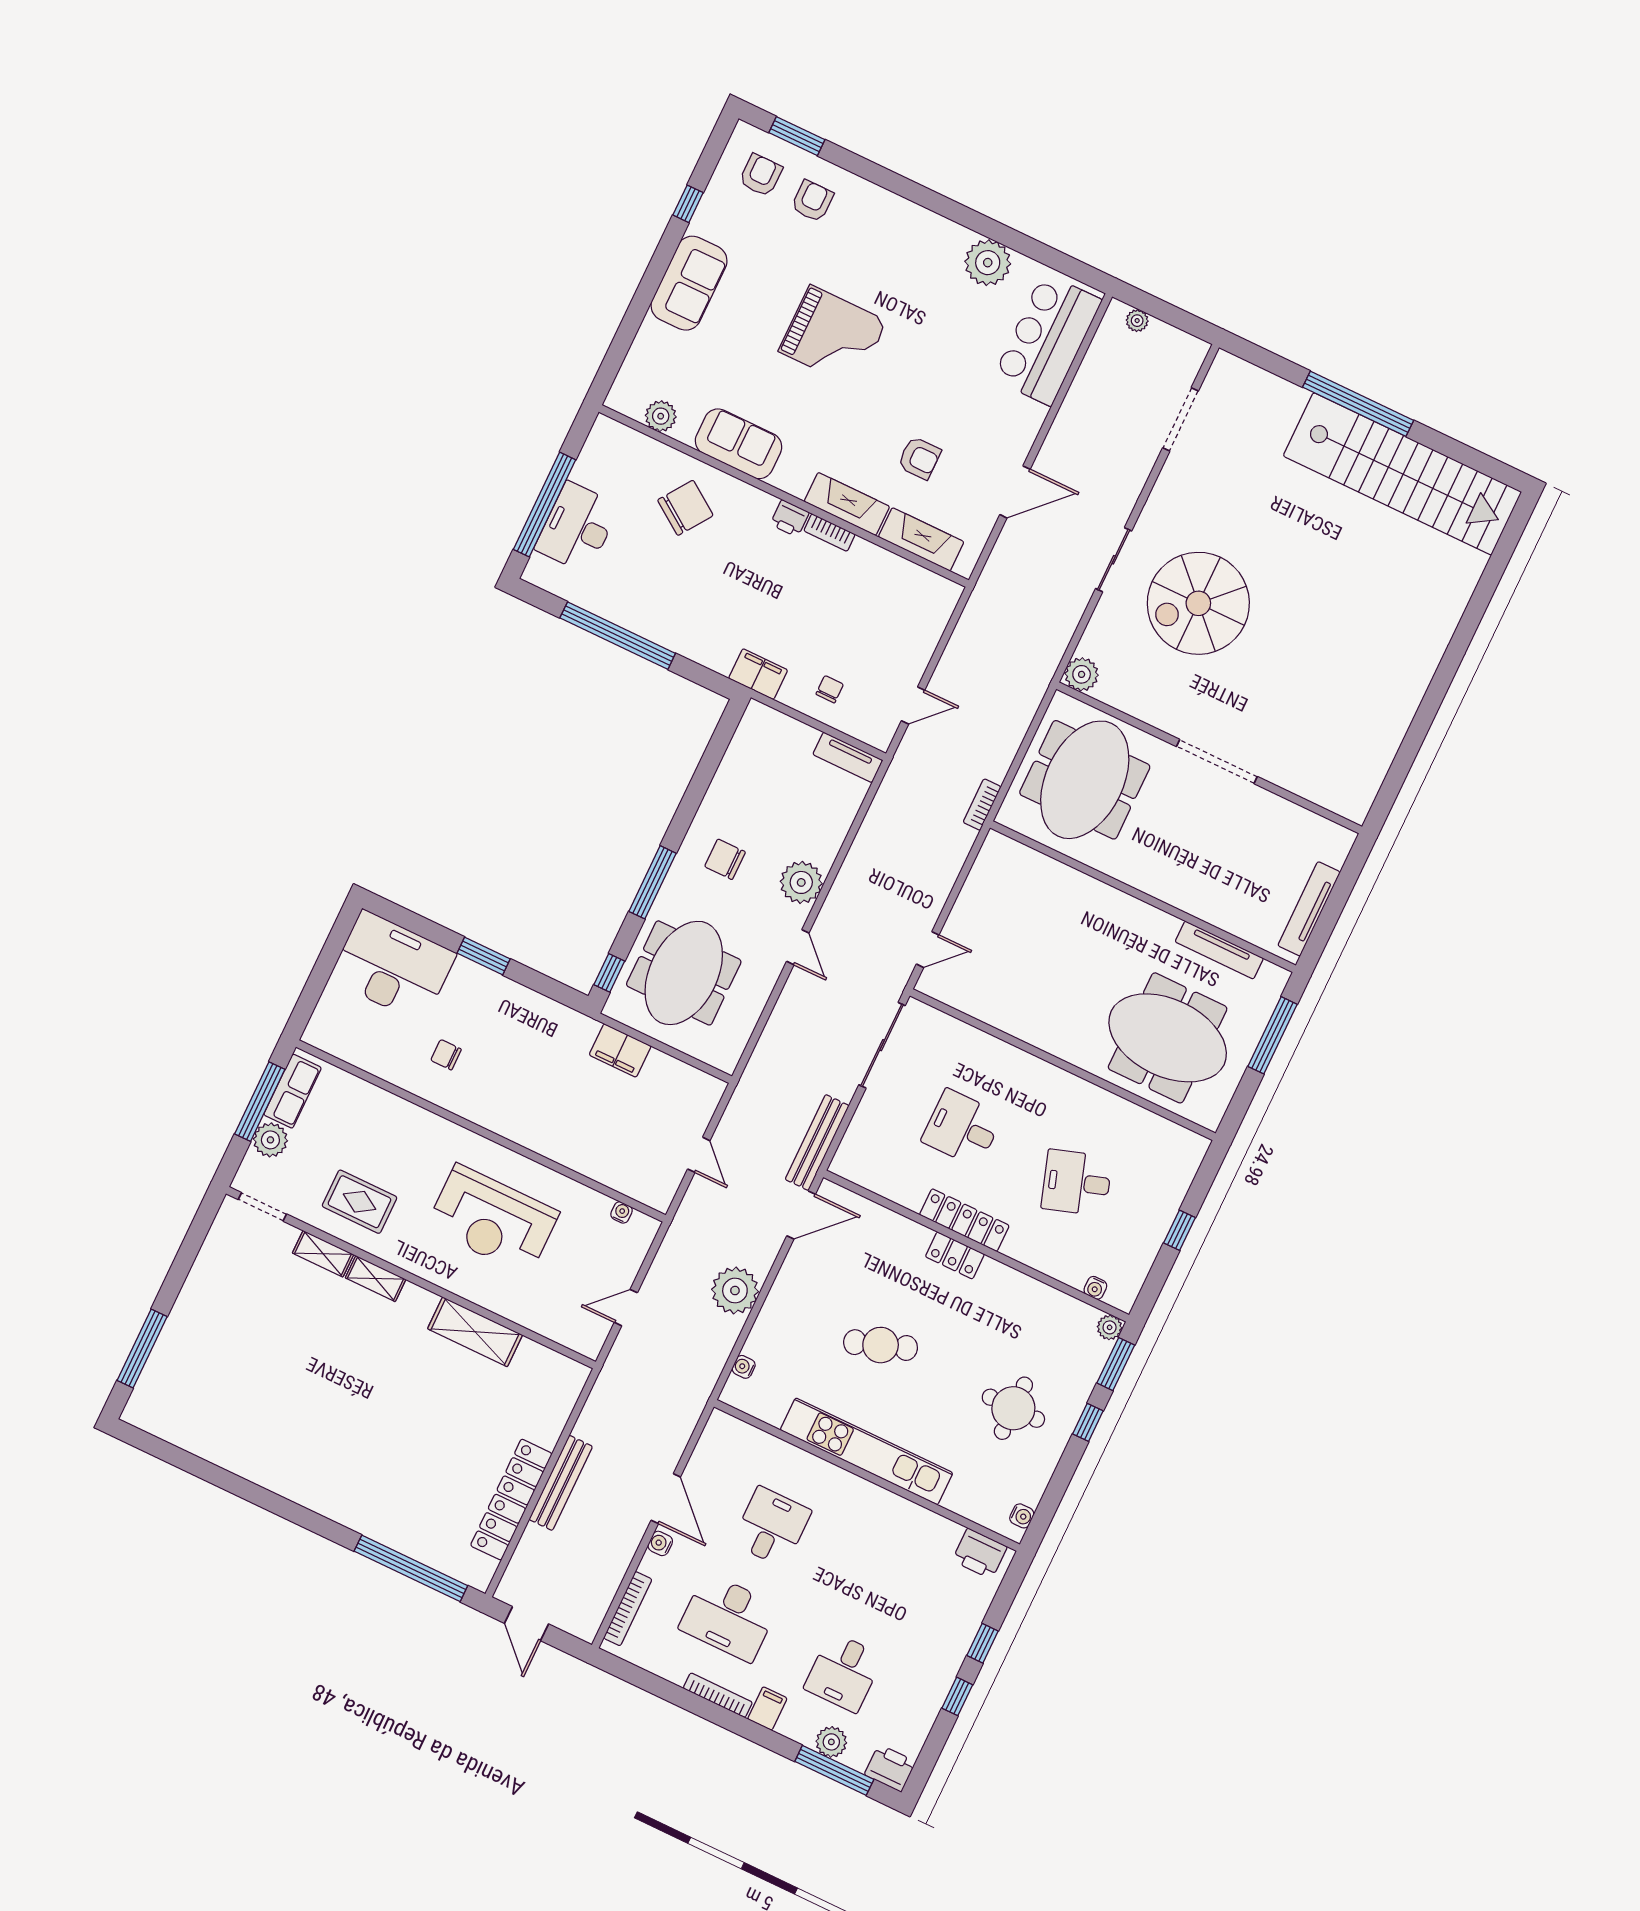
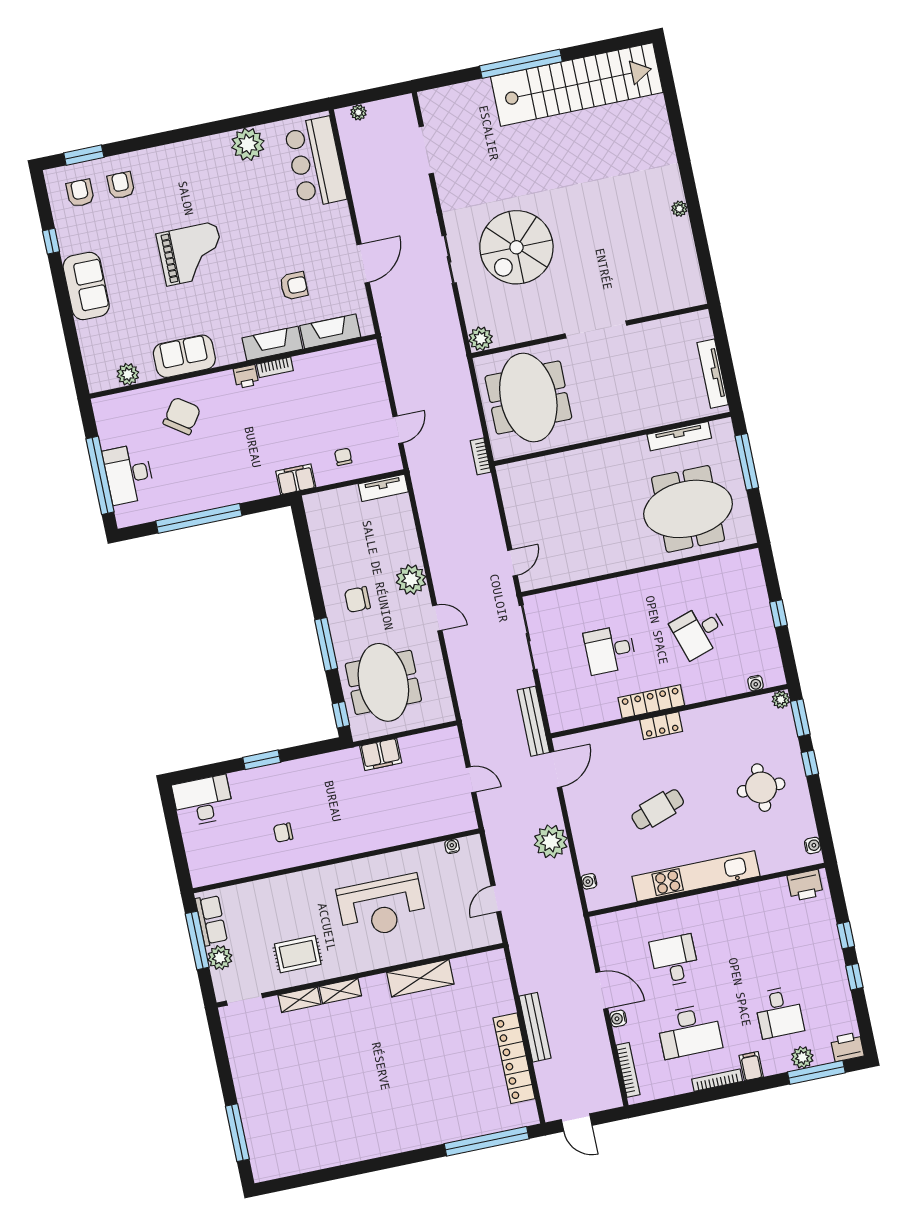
plant: (1411, 698) -> (679, 209), added
desk: (393, 967) -> (203, 801), width x0.73, depth x0.77

